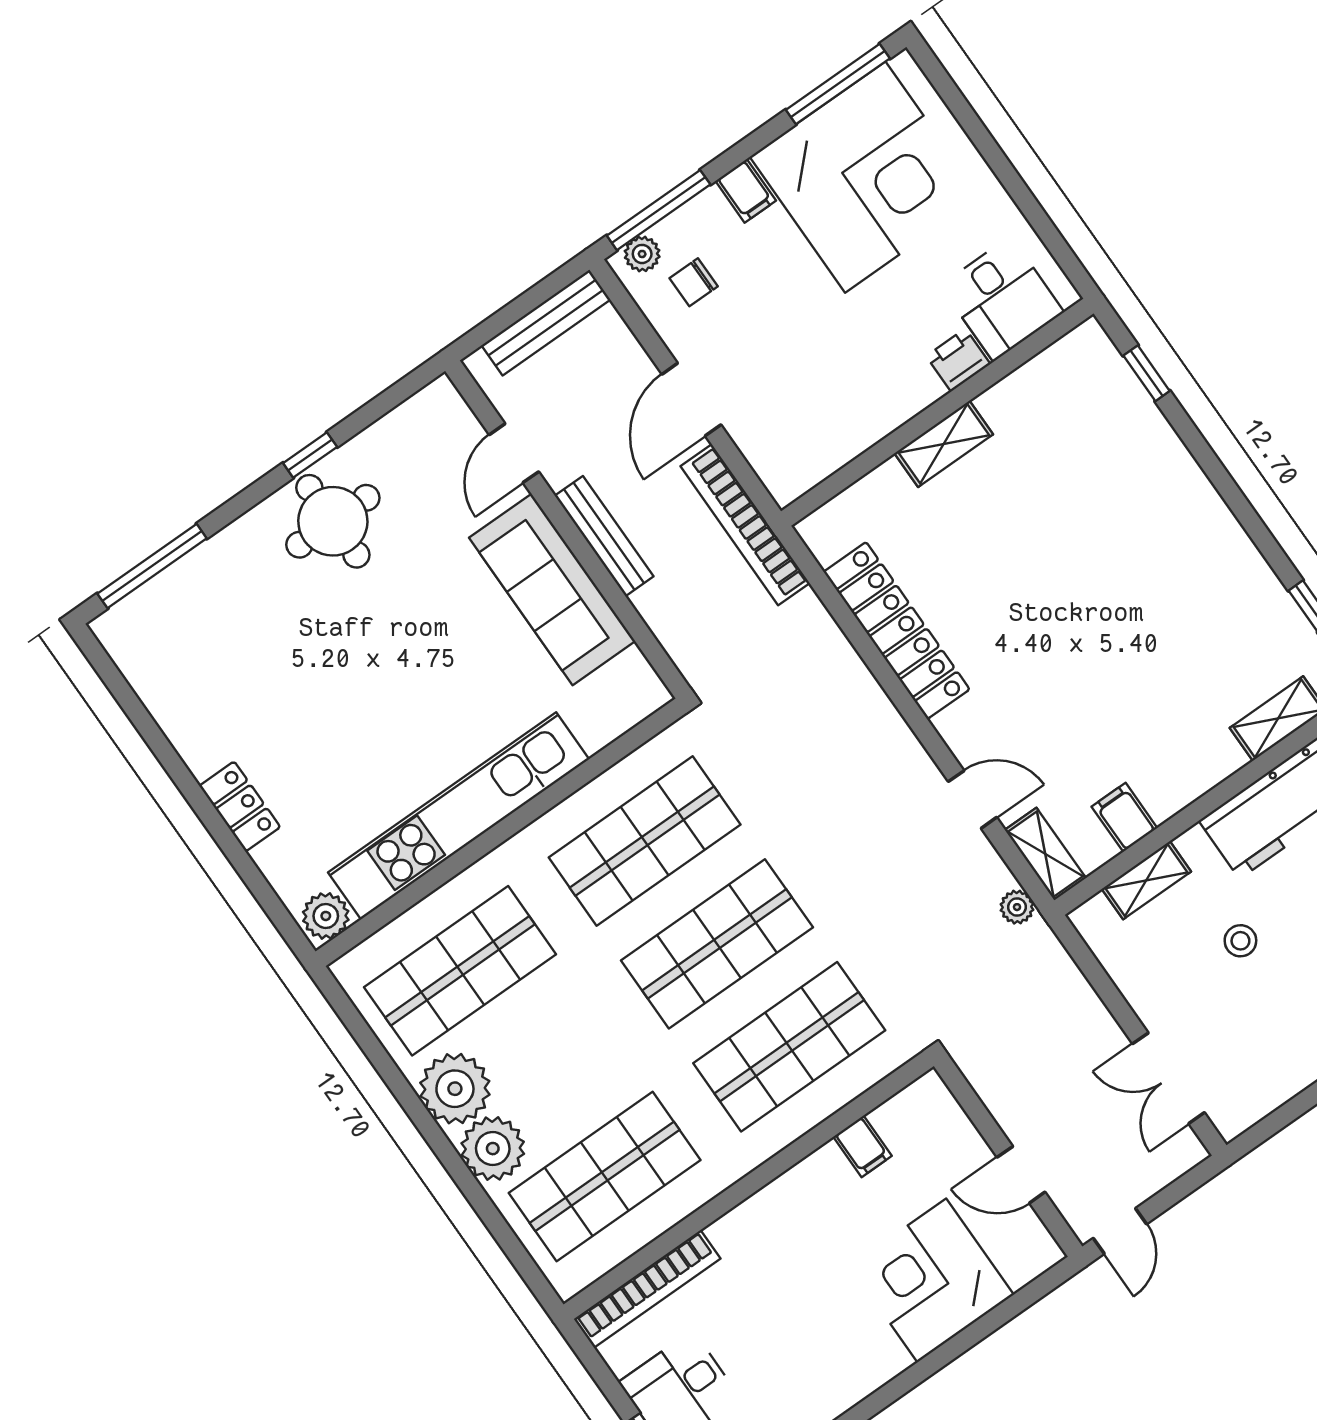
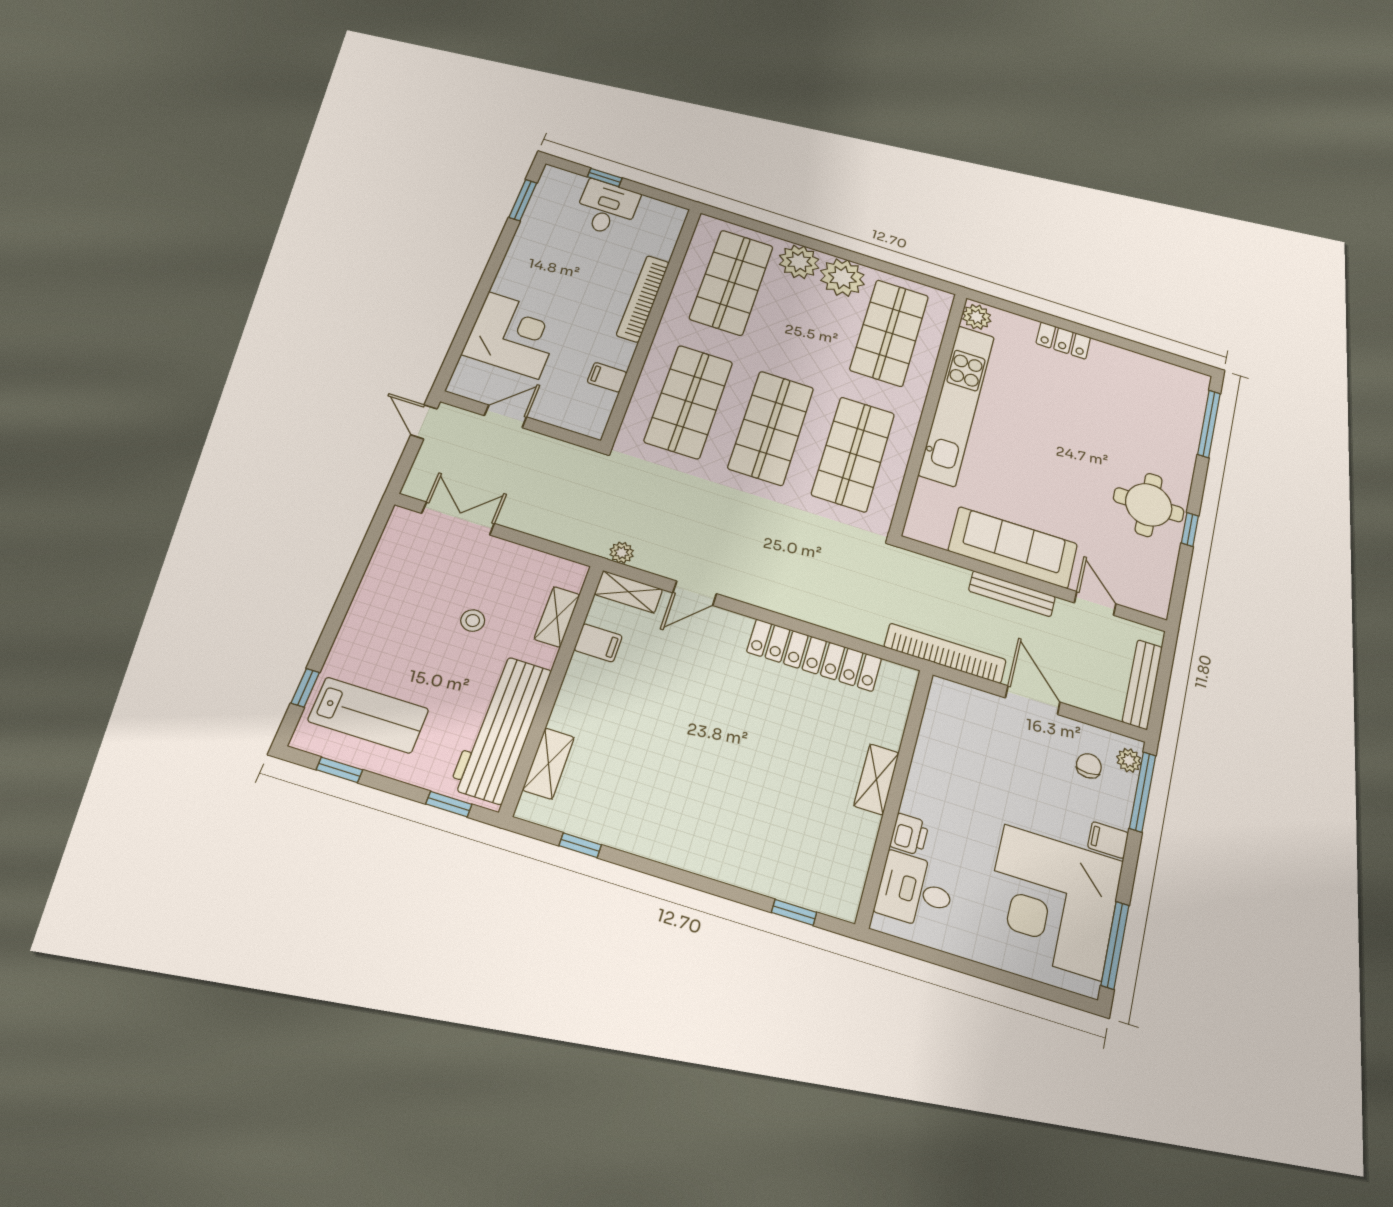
bookcase: (647, 1289) -> (643, 299), moved

